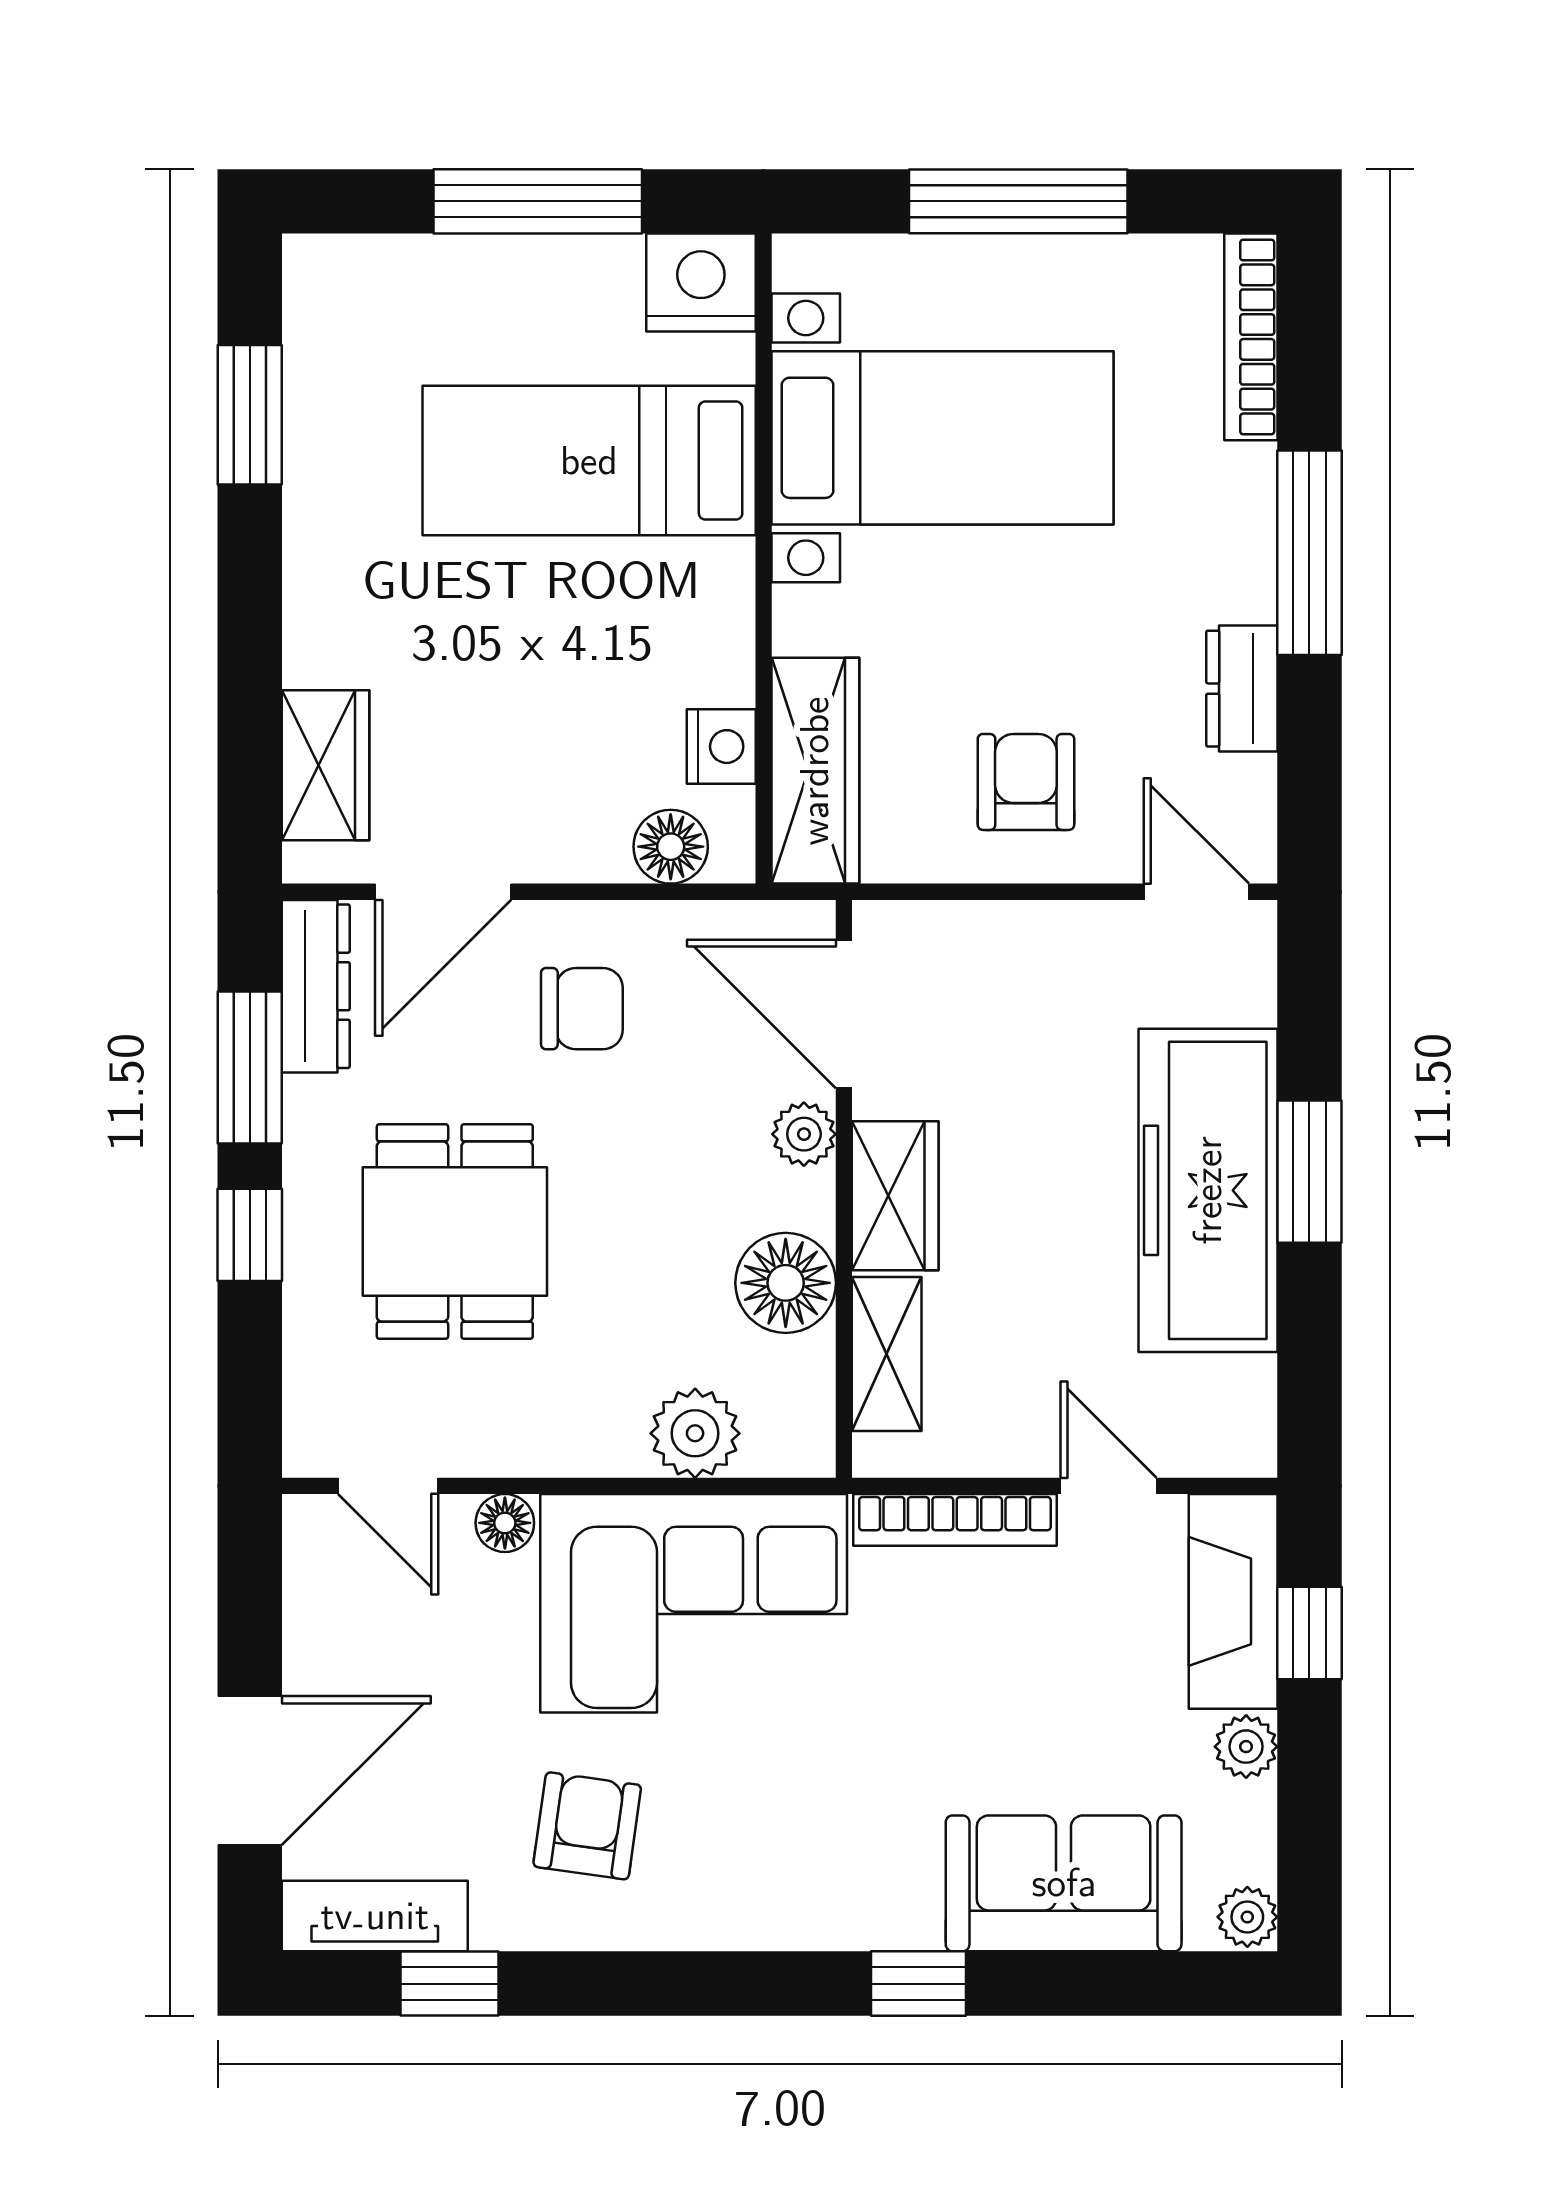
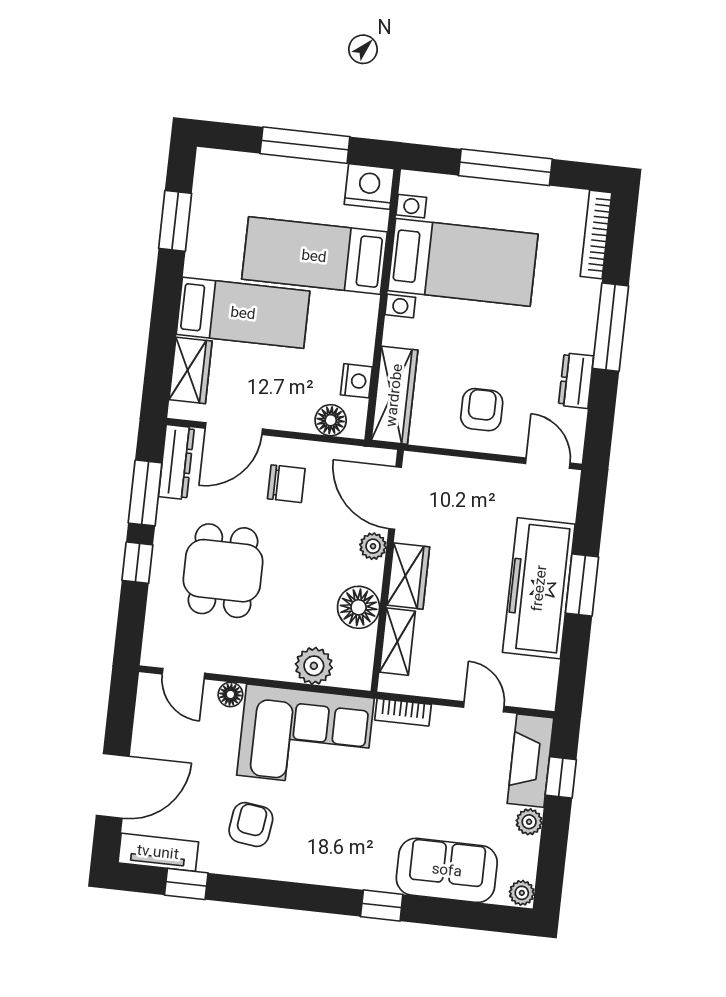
bed: (435, 615) -> (243, 313), added
bookcase: (955, 1520) -> (403, 712), width x0.64

